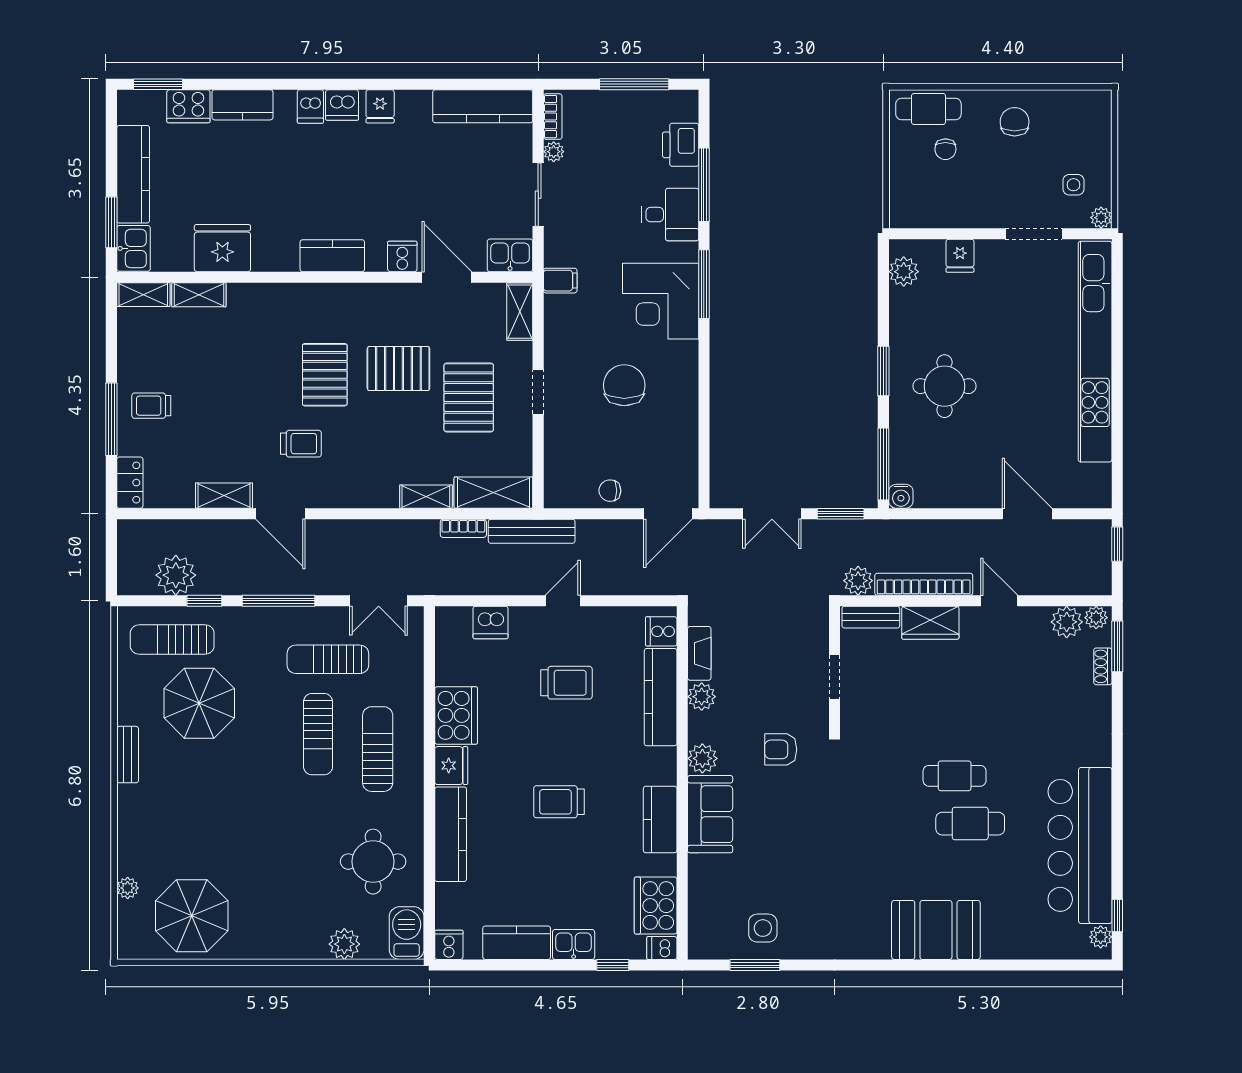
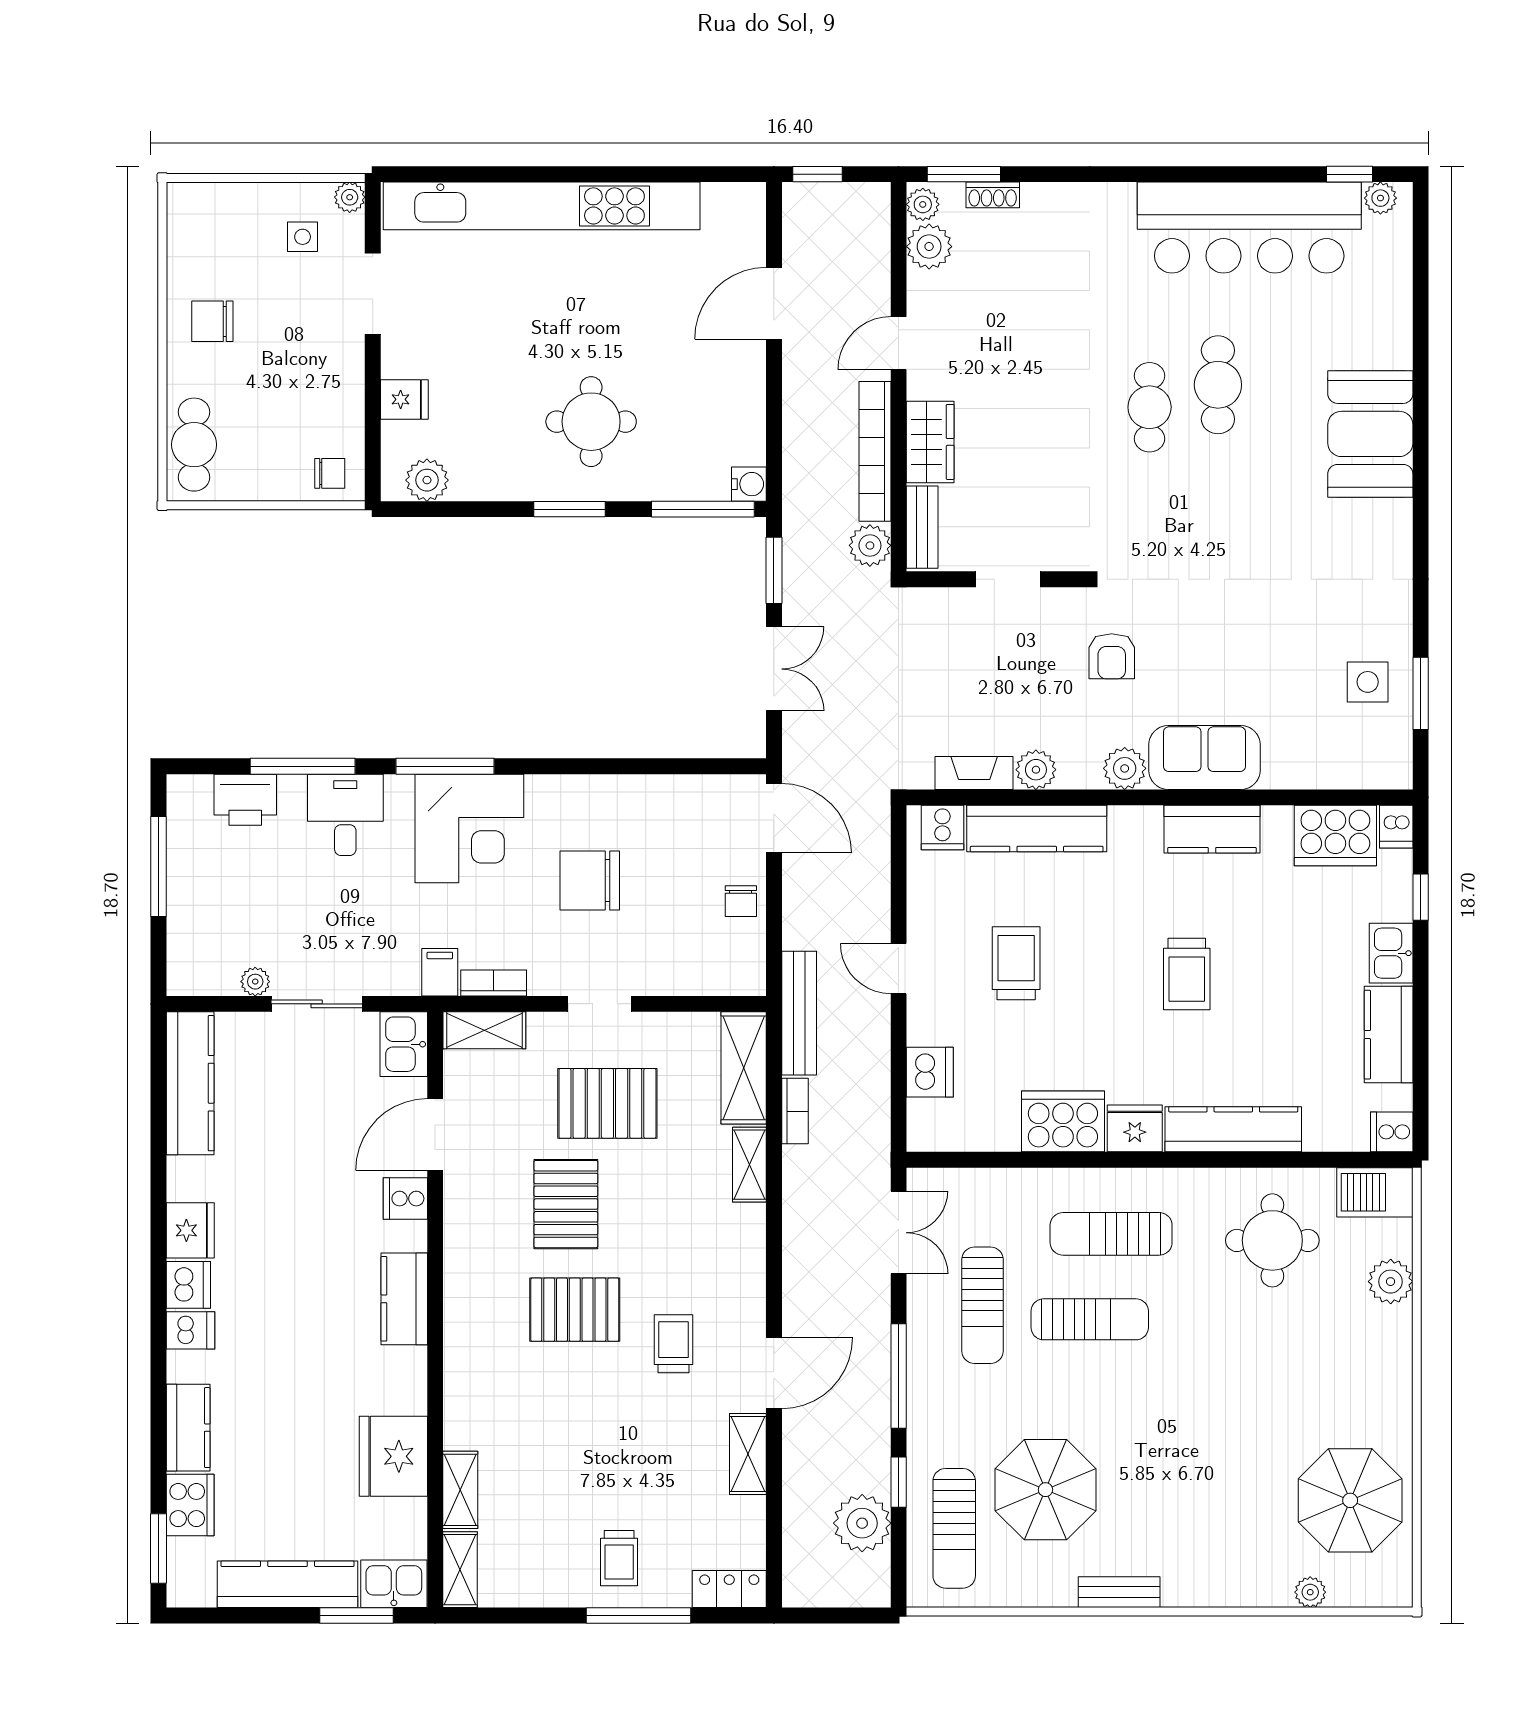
fridge: (380, 106) -> (190, 1230), width x1.38
bookcase: (553, 117) -> (494, 983), moved
chair: (945, 149) -> (330, 473), moved

